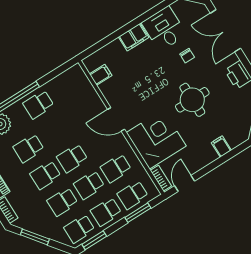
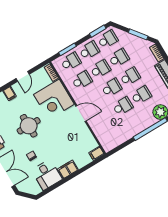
filing cabinet: (101, 75) -> (96, 153), moved
school desk: (38, 105) -> (123, 106), moved
door: (185, 183) -> (23, 76), moved

